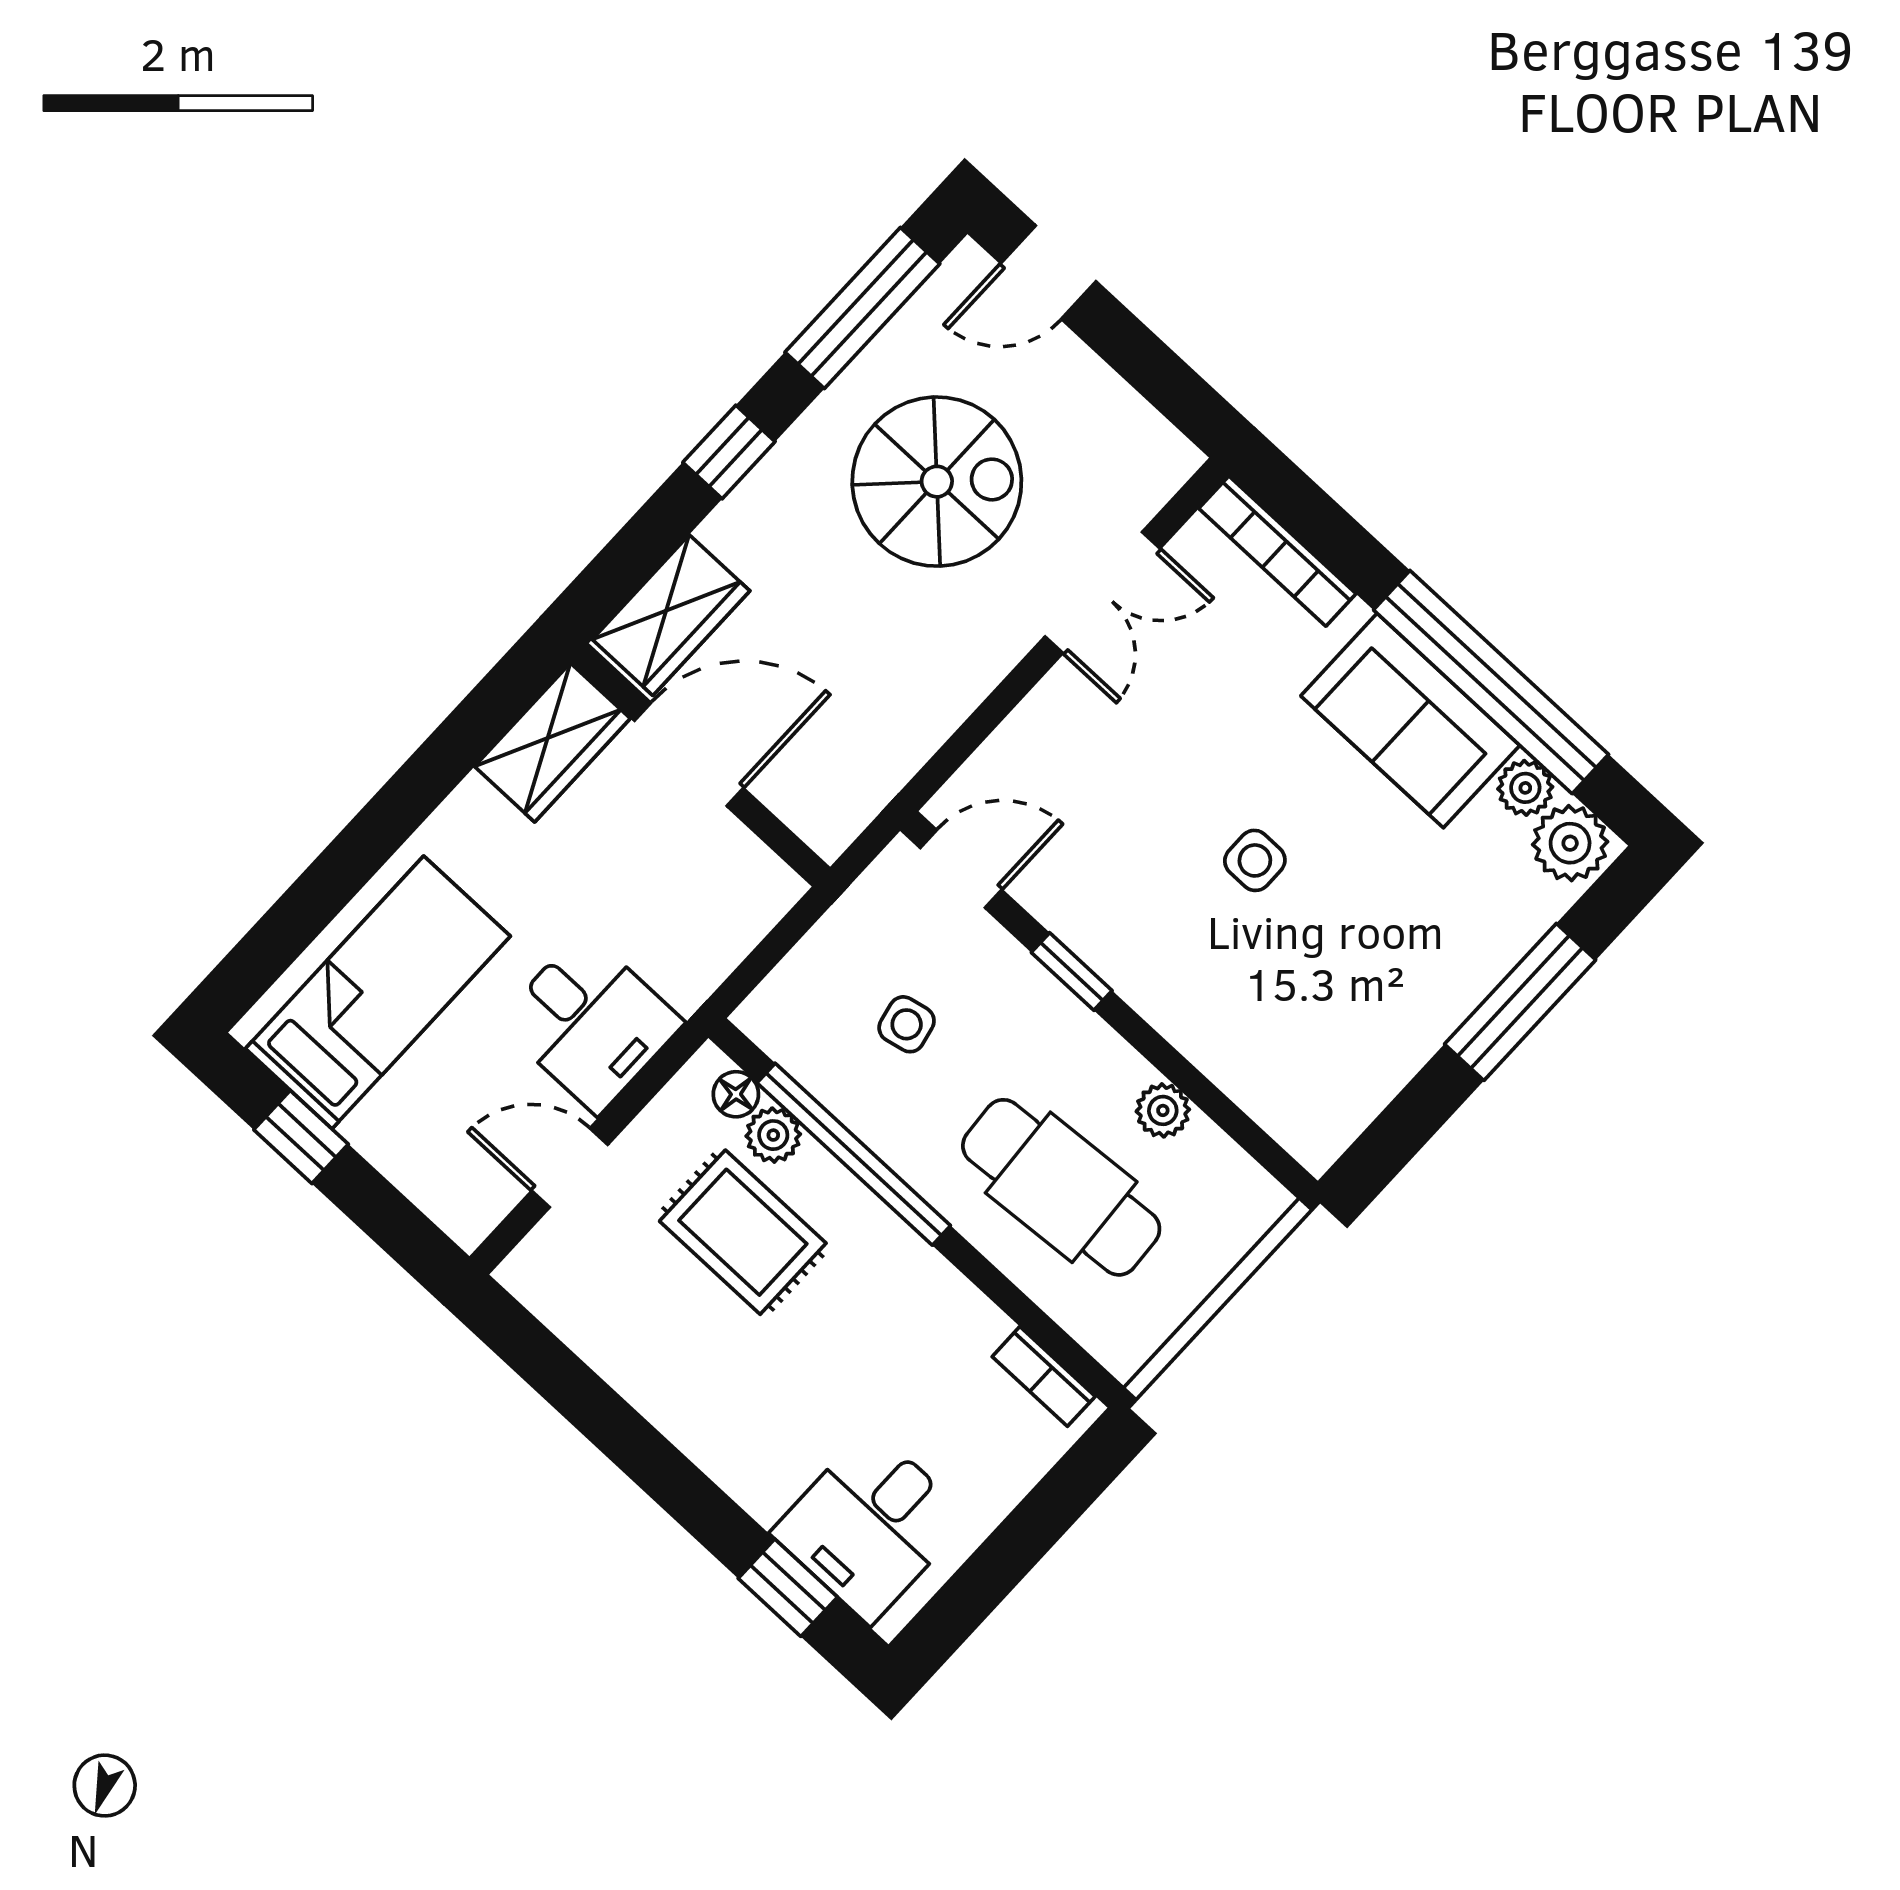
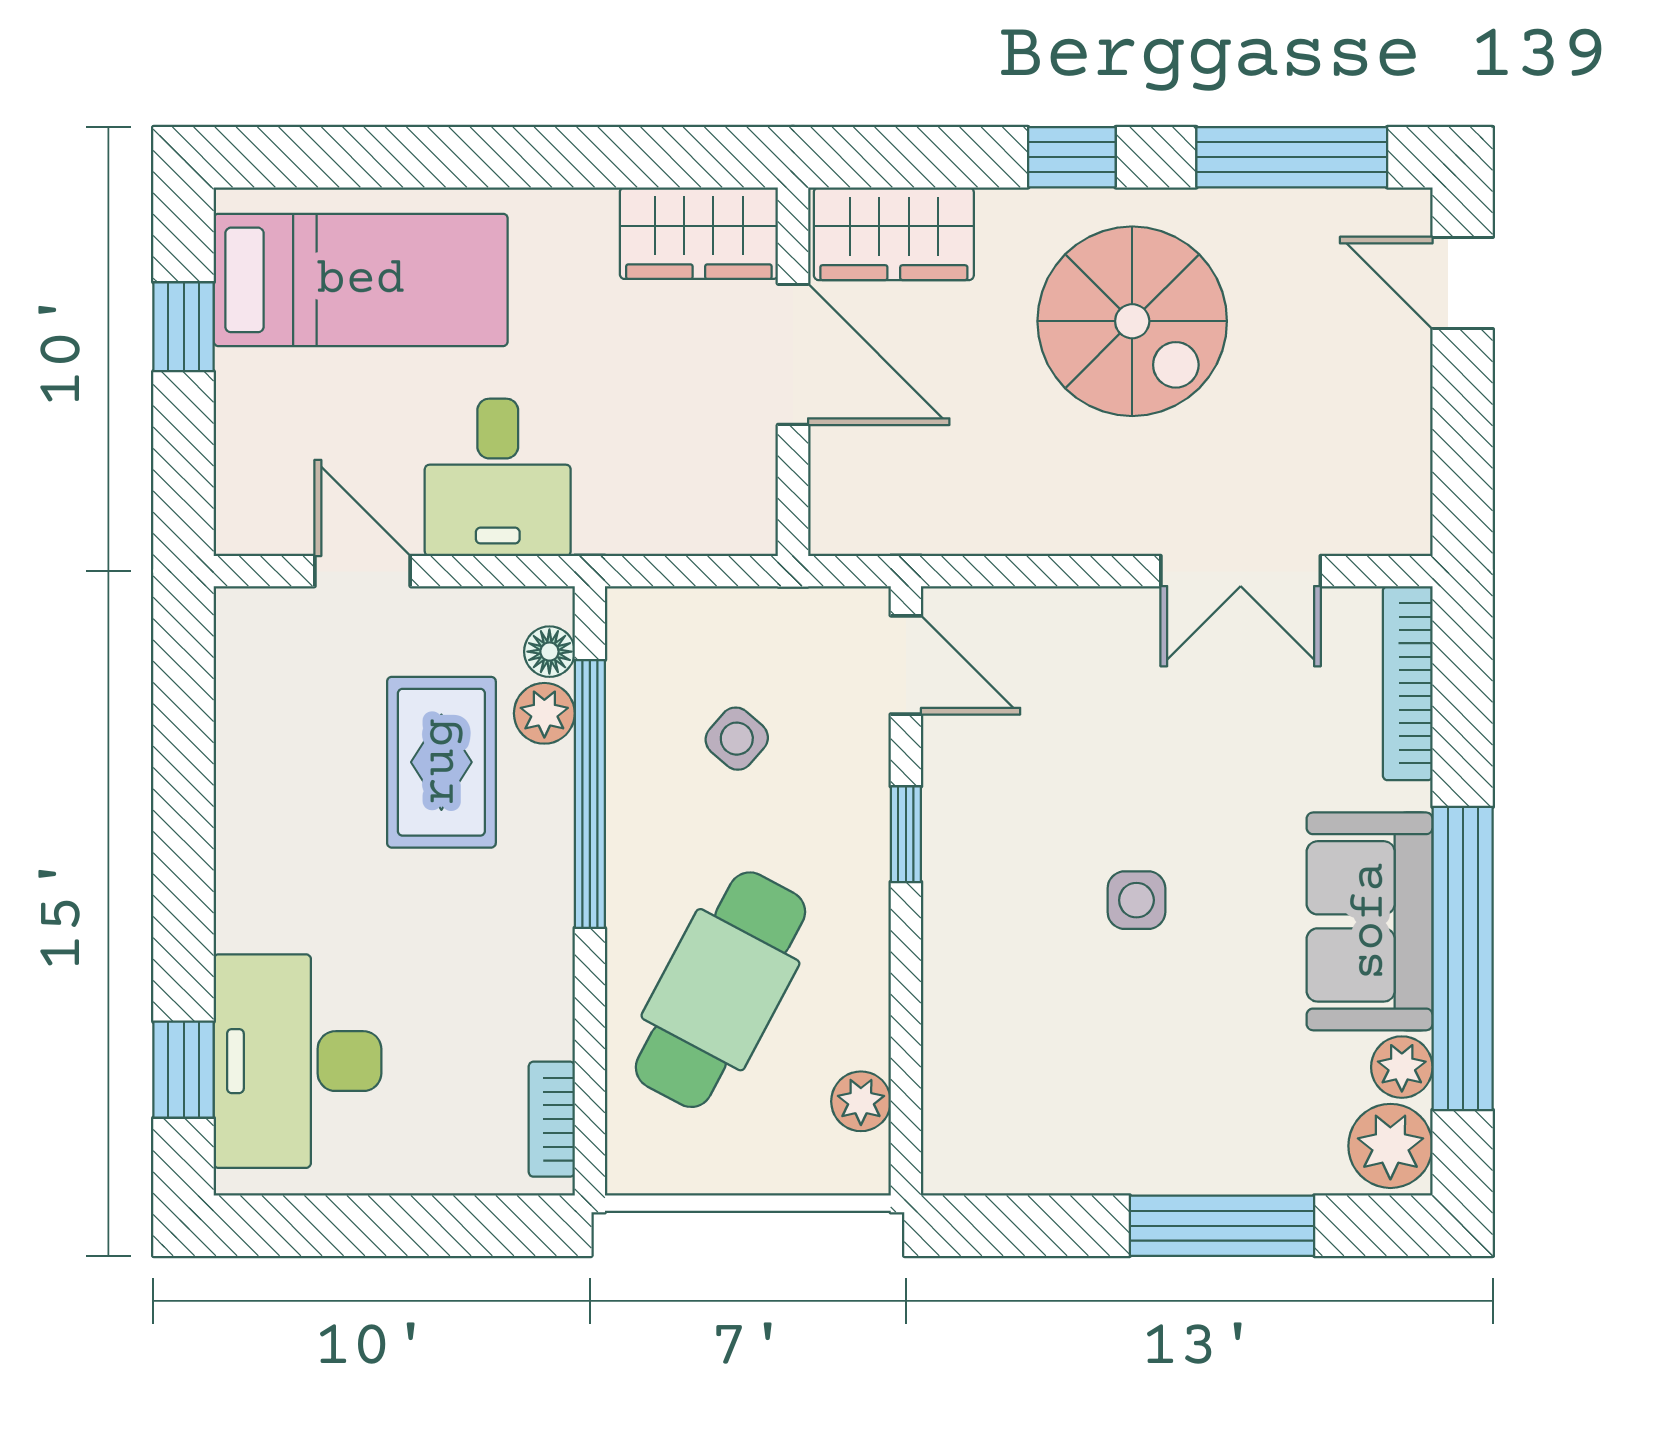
spiral stairs: (937, 482) -> (1132, 321), moved
side table: (907, 1024) -> (737, 739), turned -37
plant: (1163, 1110) -> (861, 1101), moved
cafe table: (1061, 1187) -> (720, 990), turned 32
desk: (870, 1525) -> (297, 1061), width x1.37

